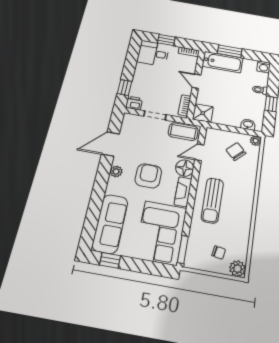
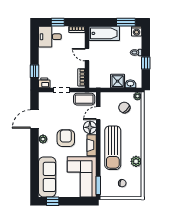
window: (230, 51) -> (126, 22), moved
shower: (203, 113) -> (118, 81), moved
sun lounger: (212, 200) -> (113, 148), width x1.36, depth x1.34
plant: (238, 269) -> (136, 161), moved

